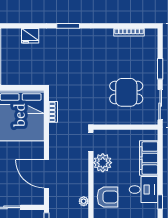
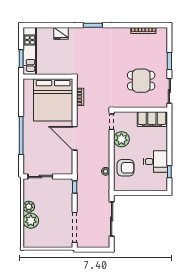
filing cabinet: (149, 158) -> (152, 119), moved, turned -90
door: (46, 174) -> (75, 138), moved

